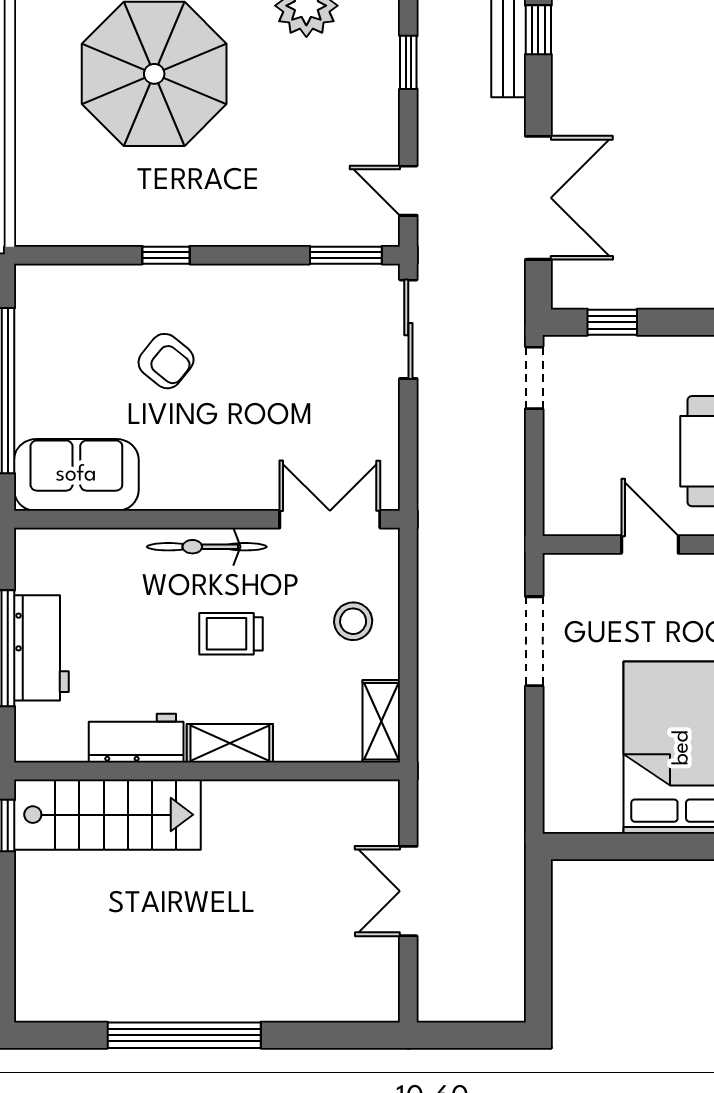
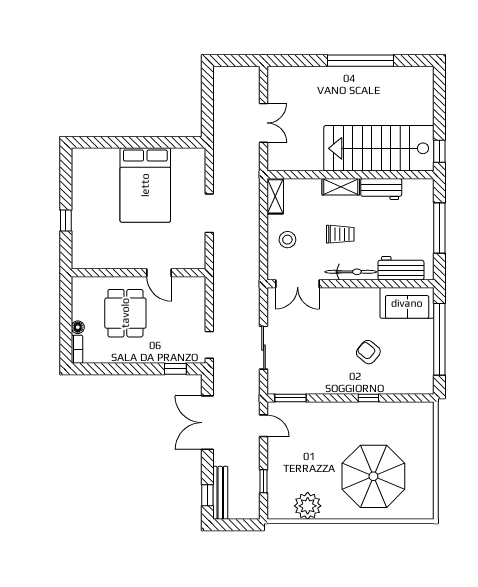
sliding door: (408, 329) -> (264, 348), moved
doorway: (534, 641) -> (209, 213), moved
workbench: (41, 648) -> (401, 268), moved, turned 90
stairs: (107, 815) -> (379, 148), width x1.36, depth x1.51

